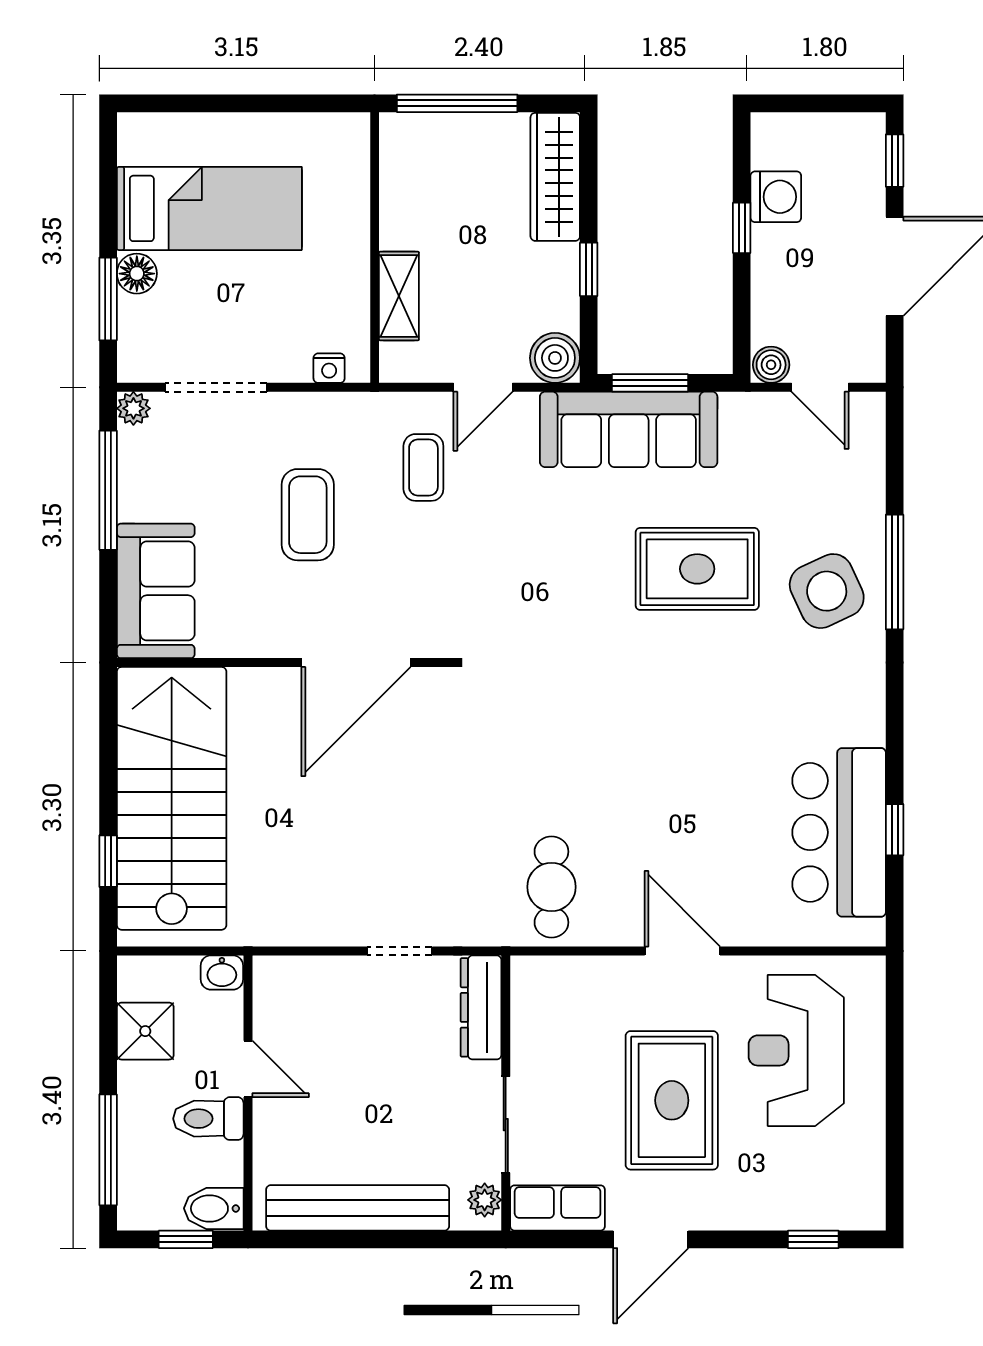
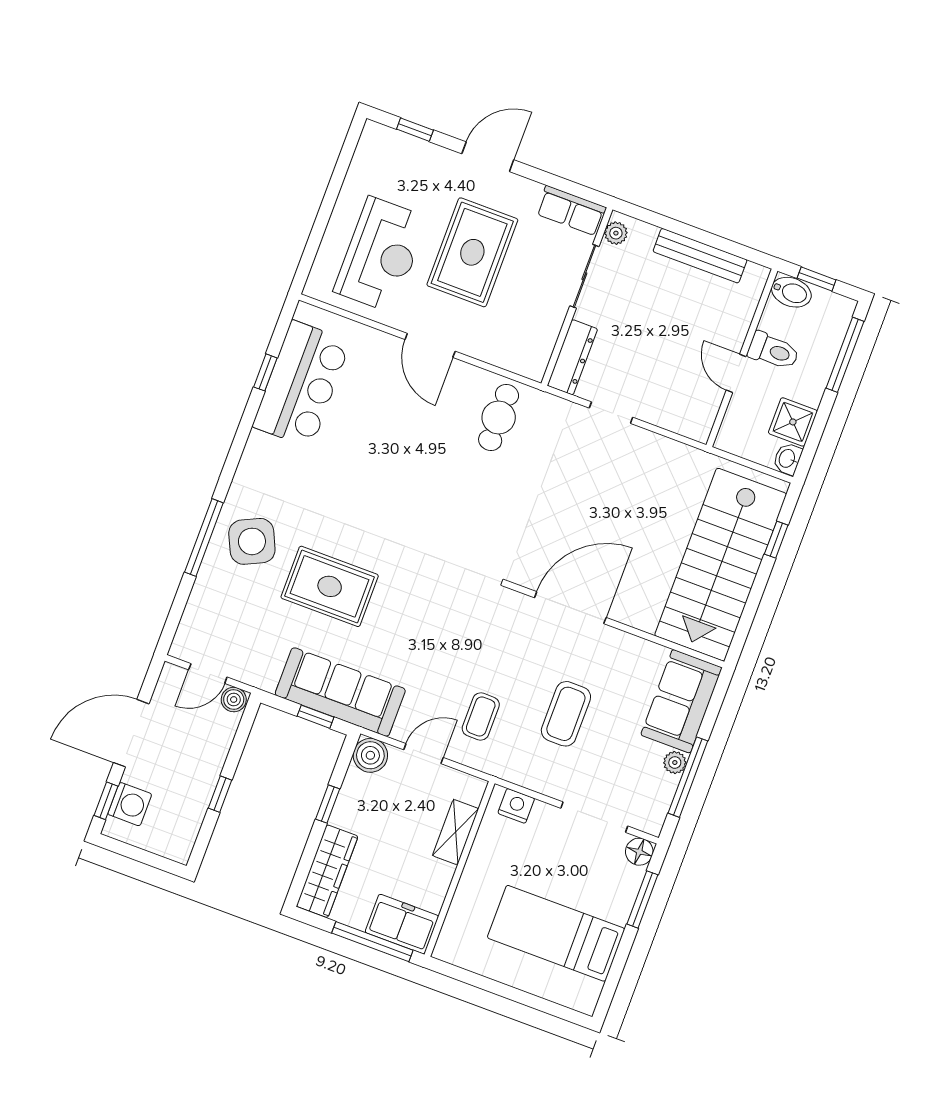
freezer: (426, 142) -> (402, 924), added
washing machine: (776, 197) -> (130, 804), moved, turned 180
floor lamp: (137, 274) -> (639, 852), moved
nightstand: (329, 368) -> (516, 806), width x1.39, depth x1.35
window: (650, 383) -> (316, 717), width x0.67
door: (820, 387) -> (208, 673), swing flipped
plant: (133, 408) -> (675, 763), moved
washbasin: (222, 972) -> (787, 459), moved, turned -90
bench: (358, 1208) -> (700, 256), width x0.73, depth x0.82
door: (651, 1239) -> (488, 157), moved

